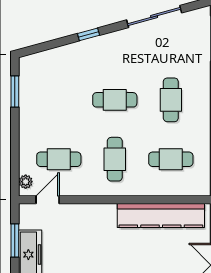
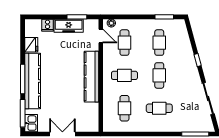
cafe table: (59, 100) -> (159, 43), added
kitchen counter: (161, 216) -> (91, 77), moved

